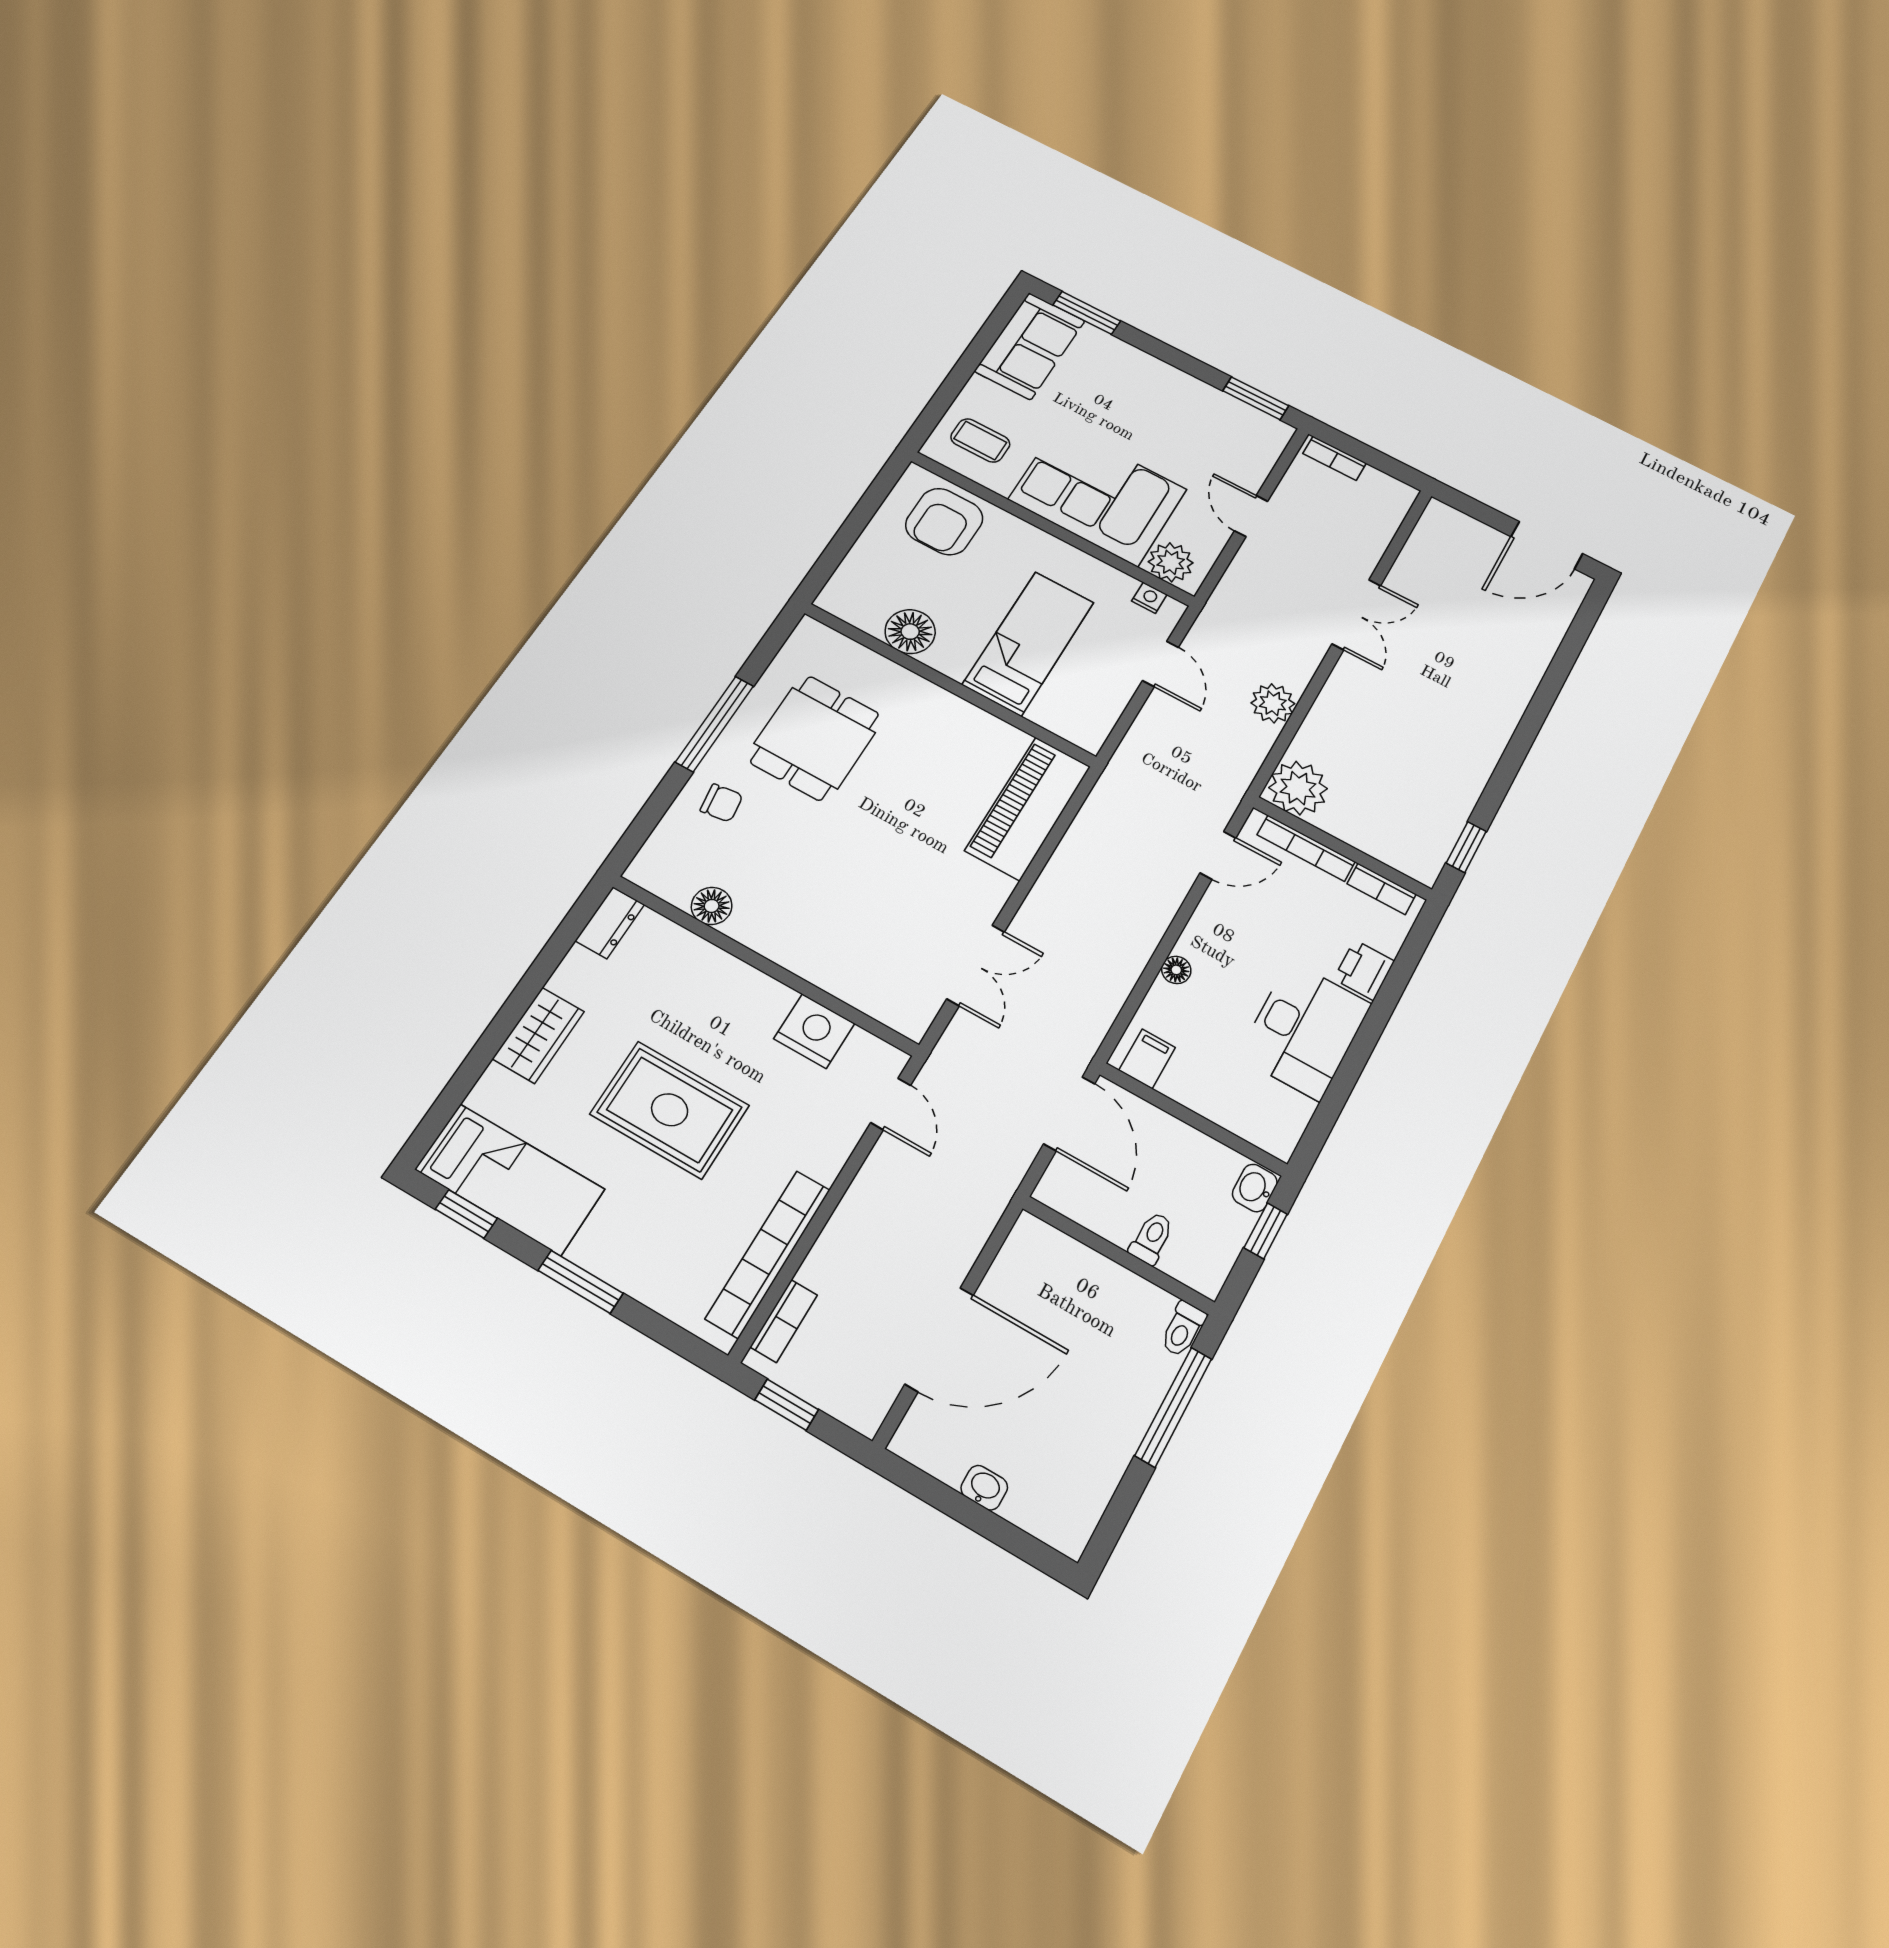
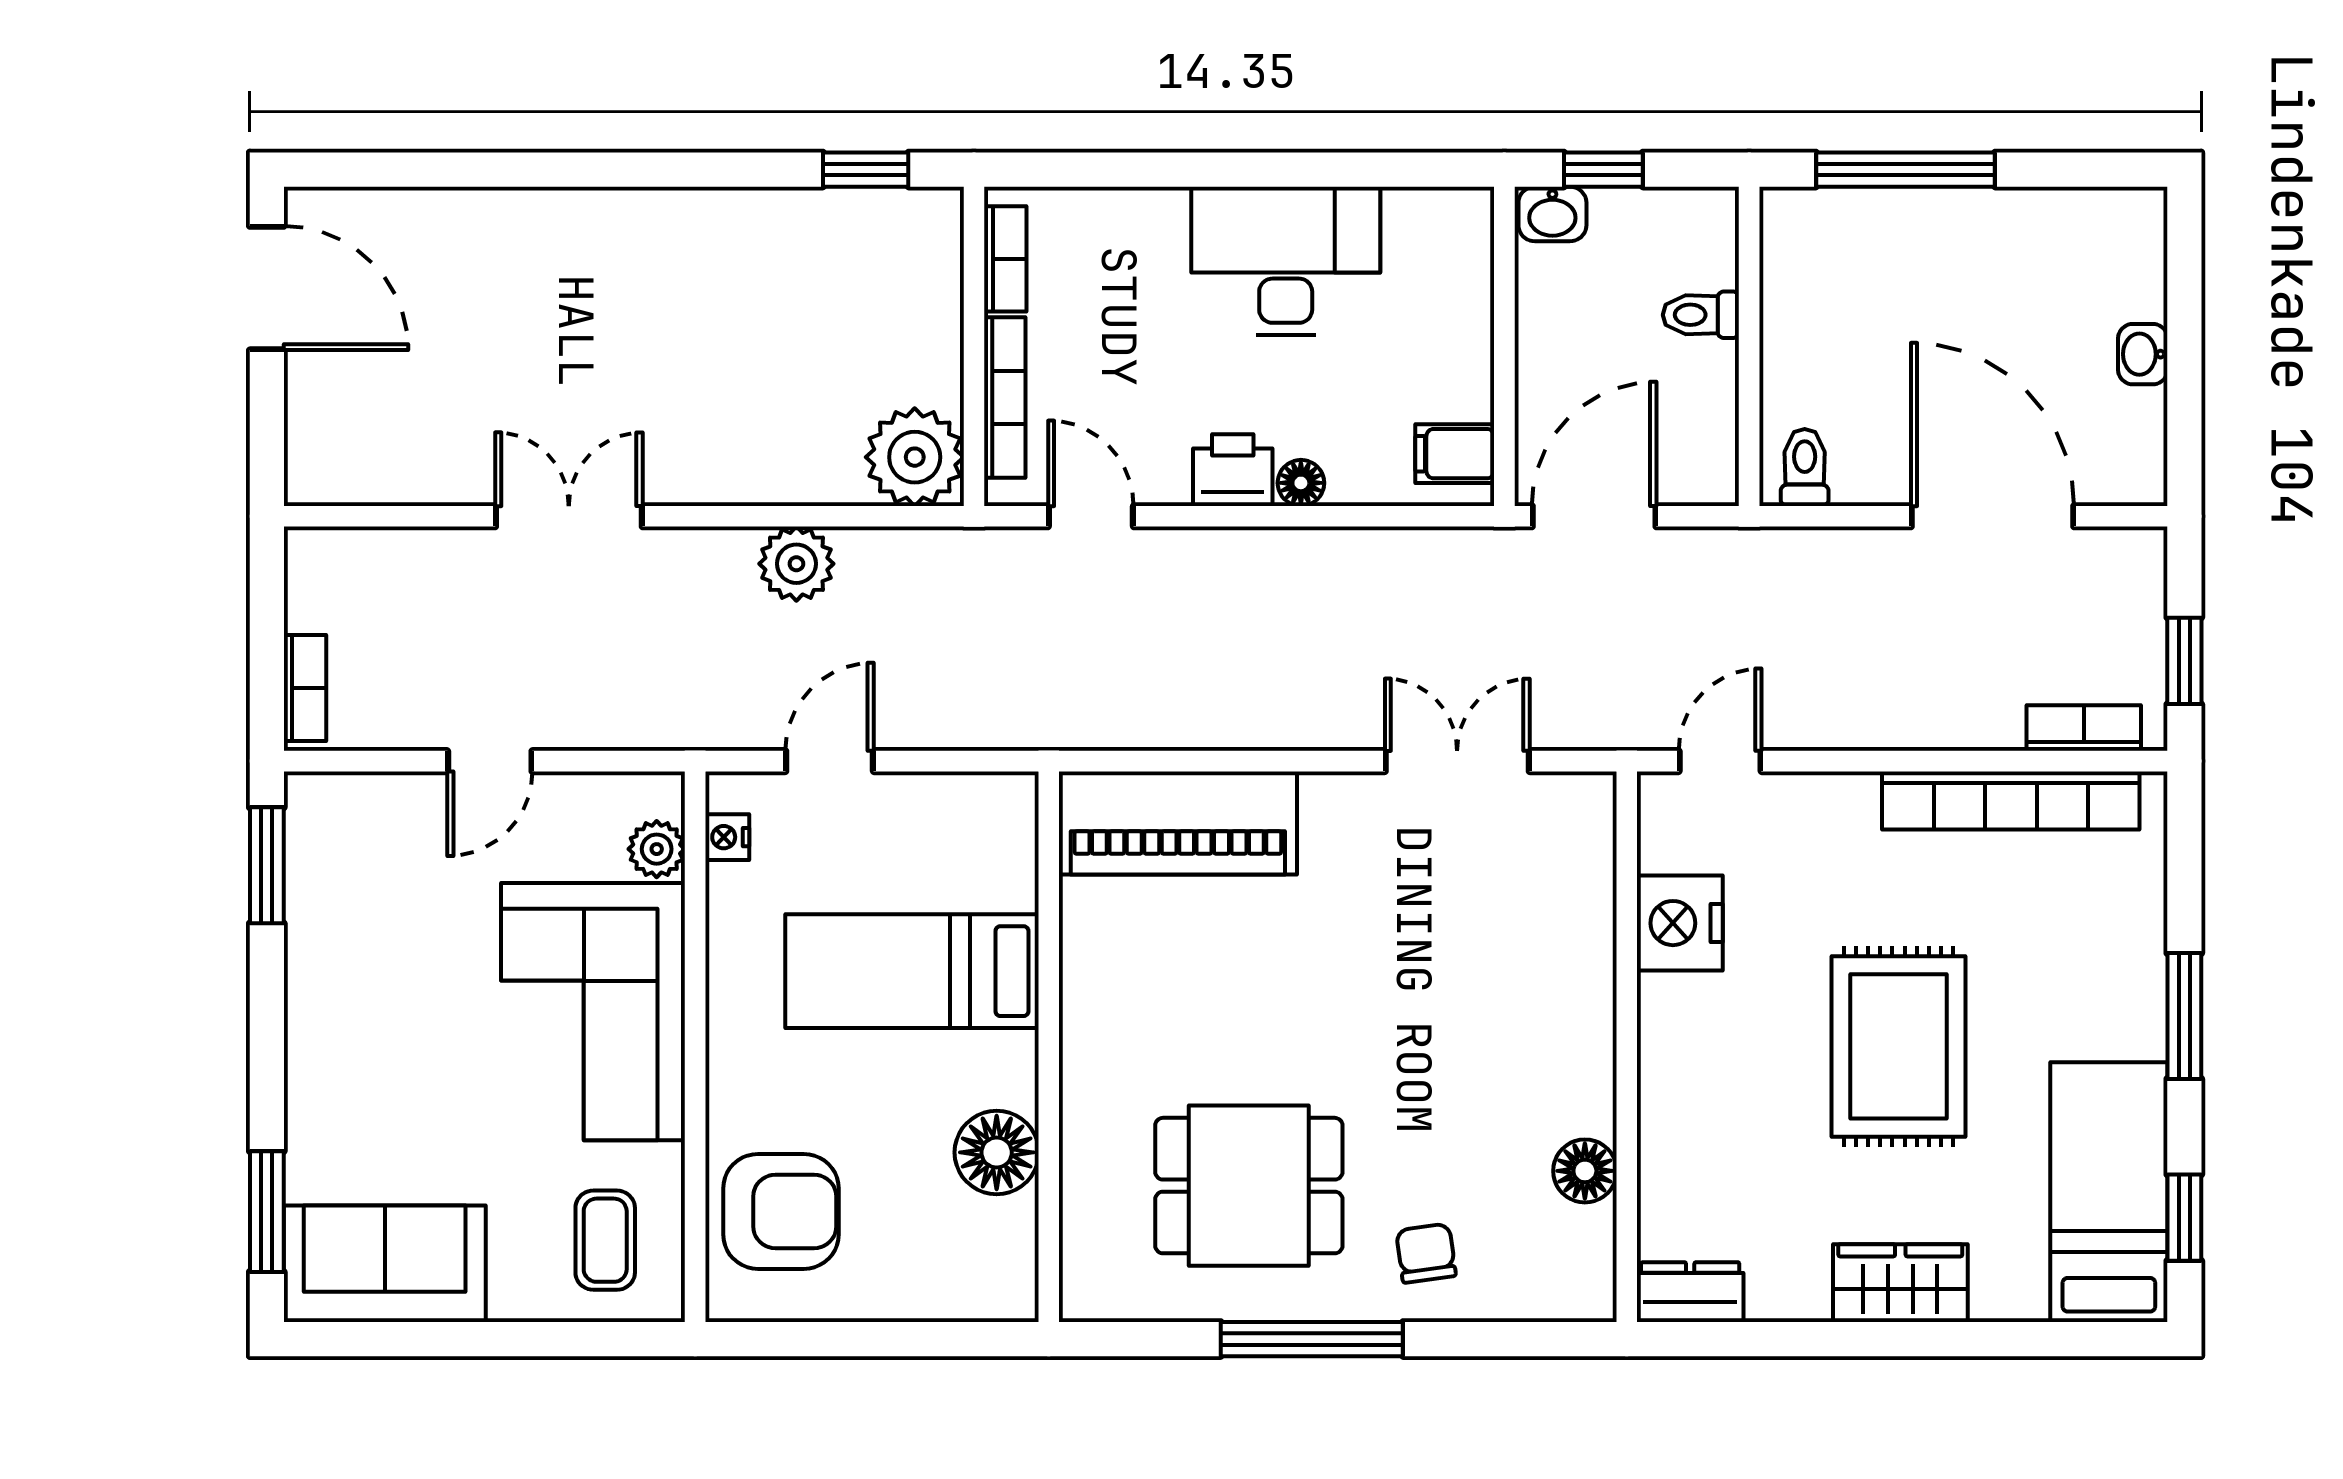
plant: (1171, 562) -> (657, 849), width x0.73, depth x0.73
printer: (1364, 970) -> (1233, 470), moved, turned 180
toilet: (1183, 1329) -> (1805, 467), moved, turned -90

